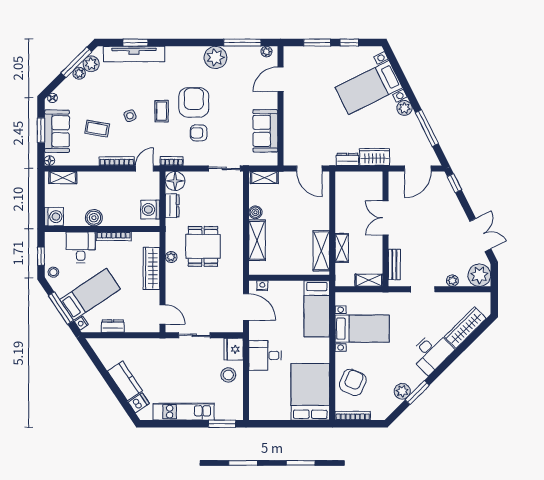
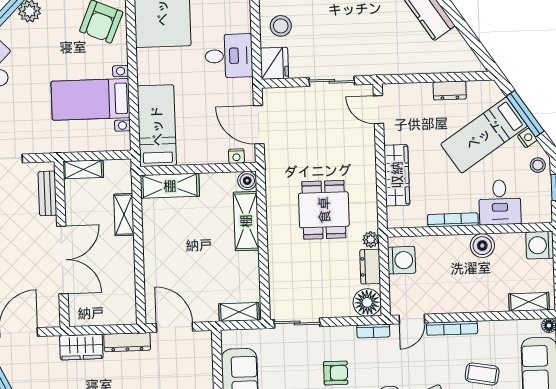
dresser: (347, 159) -> (127, 342), width x1.44
boiler: (255, 212) -> (247, 181), moved
double door: (386, 218) -> (62, 260), width x1.37
shelving: (321, 251) -> (170, 186), moved, turned 90
plant: (171, 257) -> (371, 239), moved
nightstand: (81, 323) -> (527, 138), moved

